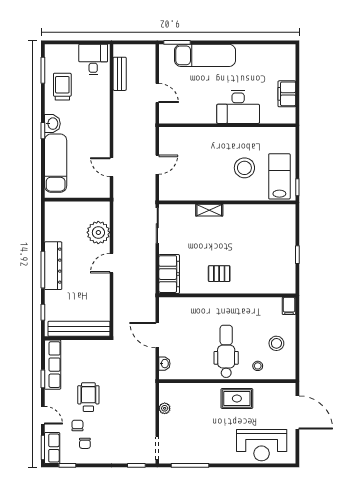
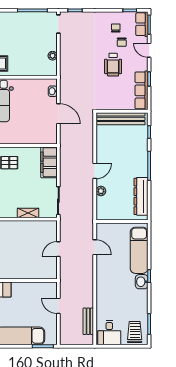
trolley: (62, 87) -> (135, 332), moved, turned 180
shelving: (209, 210) -> (28, 213), moved
plant: (98, 232) -> (101, 191), width x0.53, depth x0.53
dresser: (53, 266) -> (141, 196), moved

